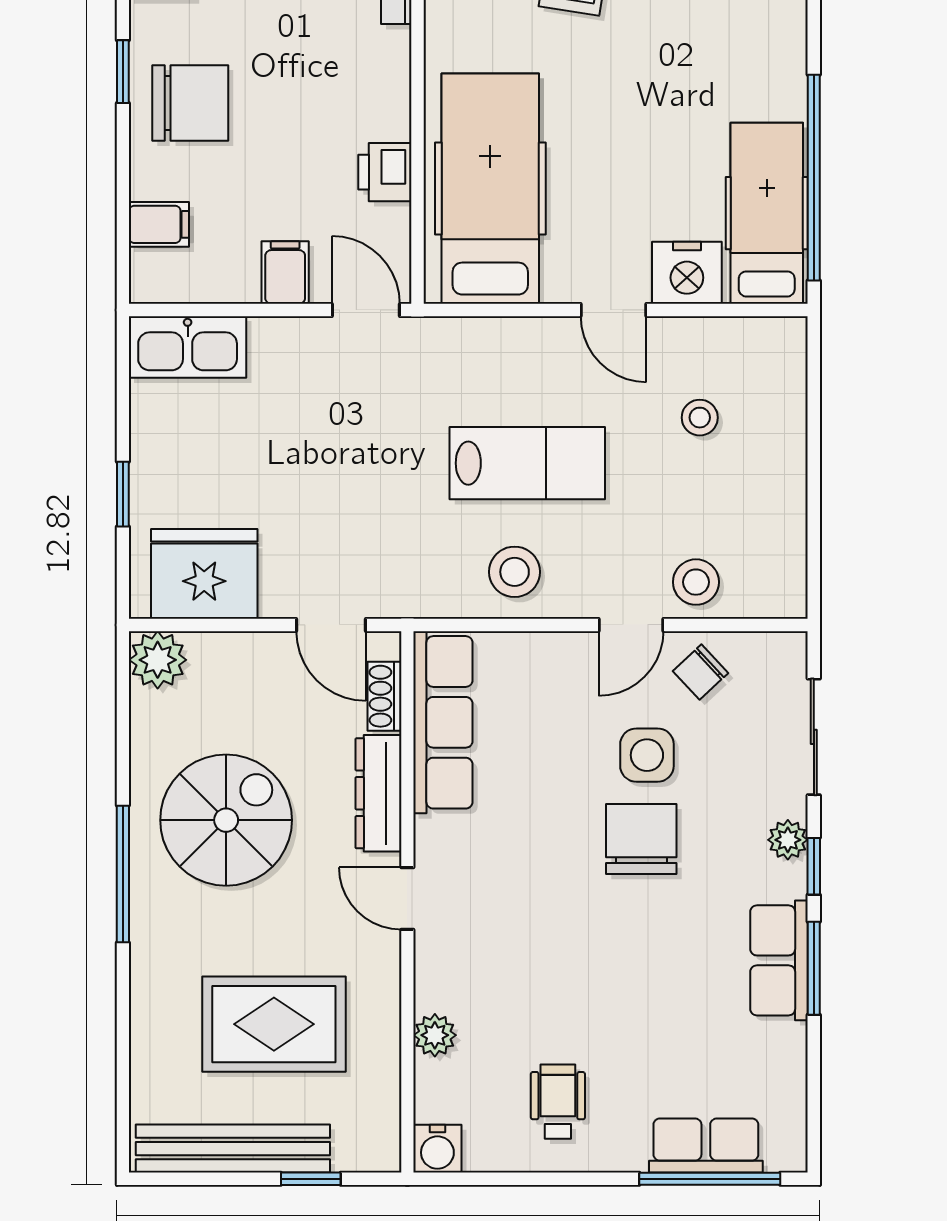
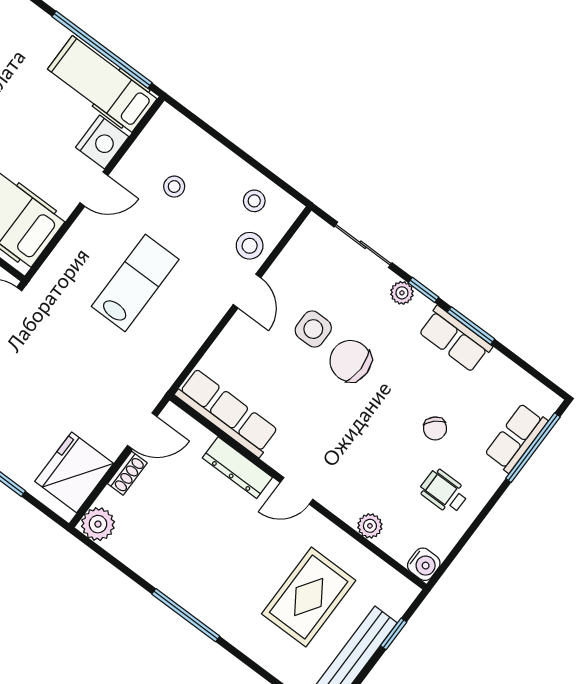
stool: (515, 572) -> (254, 201), moved, width x0.73, depth x0.73
chair: (701, 672) -> (435, 428), moved
shoe rack: (384, 696) -> (127, 473), moved, turned -90
spiral stairs: (226, 820) -> (197, 548), removed

